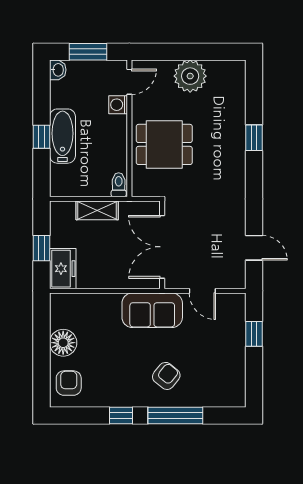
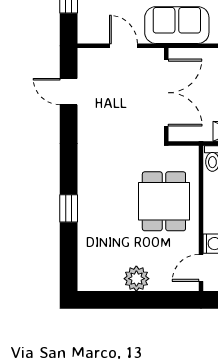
plant: (190, 76) -> (136, 279), width x0.73, depth x0.73
dining table: (164, 144) -> (164, 201), turned 90

